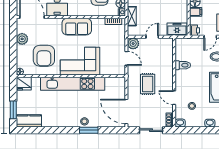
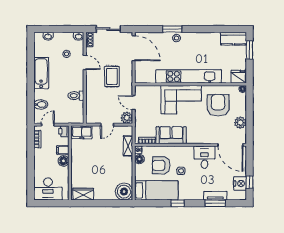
sofa: (77, 27) -> (171, 135), moved

